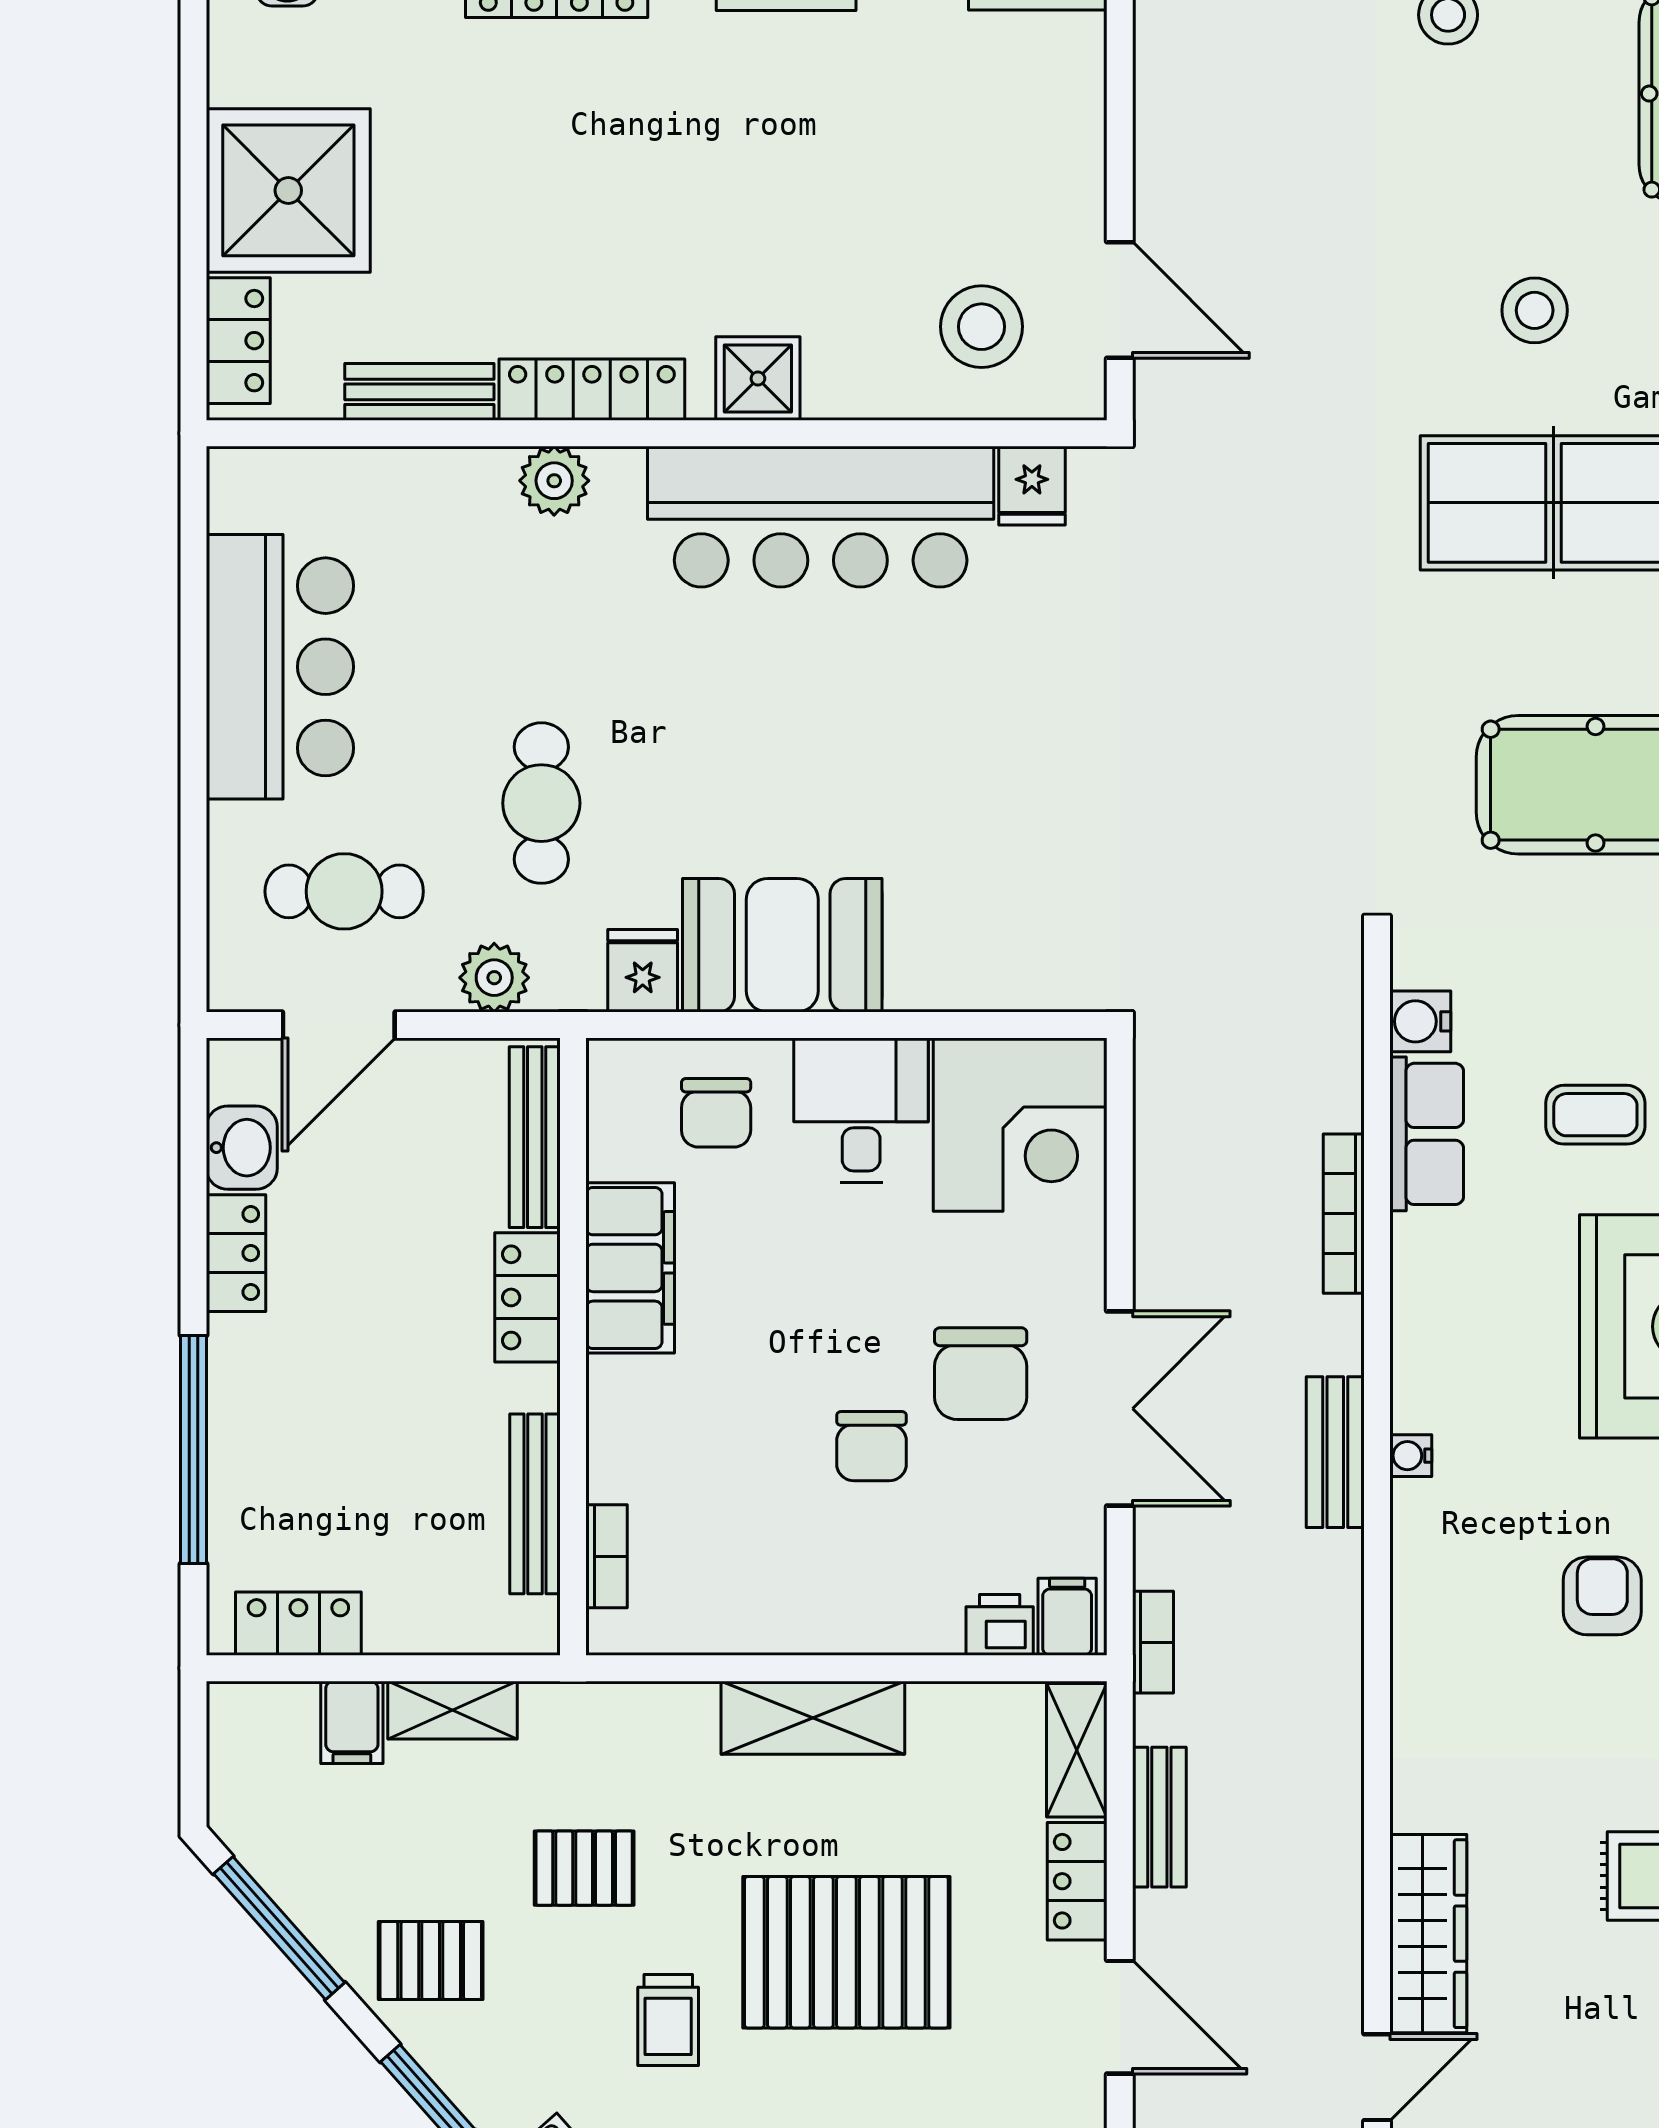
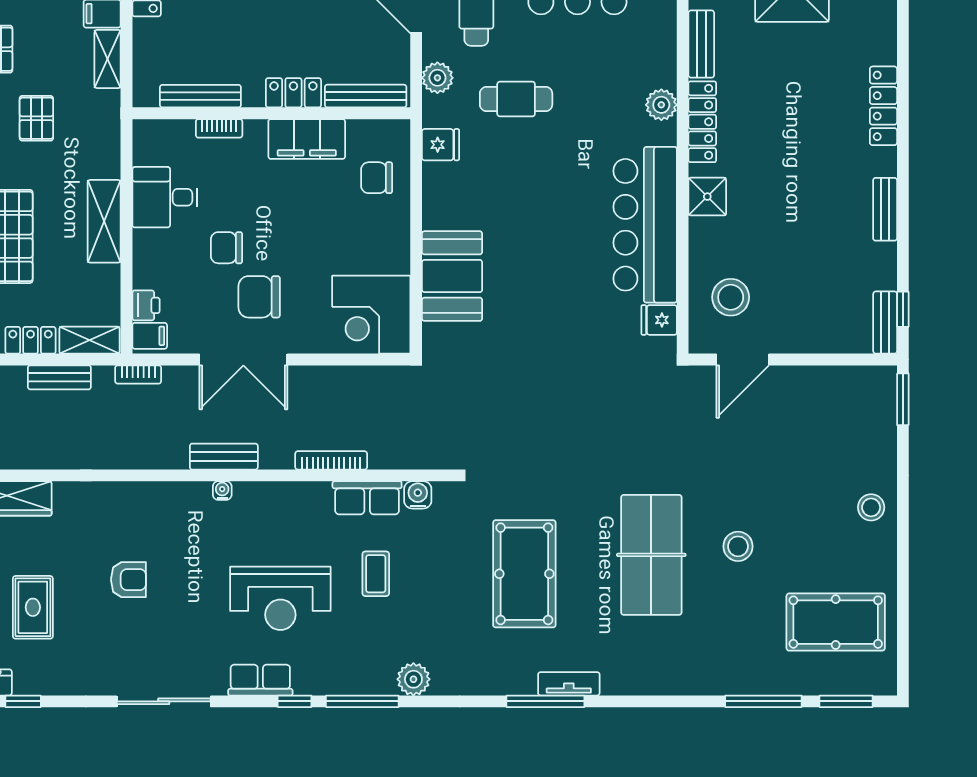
booth: (782, 945) -> (452, 276), moved
desk: (861, 1110) -> (165, 197), moved, turned 180
bookcase: (607, 1556) -> (219, 128), moved
armchair: (1602, 1596) -> (128, 580), moved

